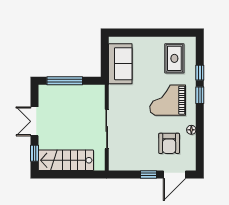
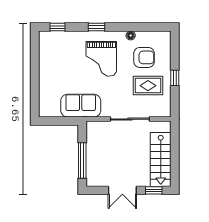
rug: (174, 58) -> (148, 86), moved
sofa: (120, 64) -> (81, 106), moved
window: (200, 73) -> (58, 27), moved
door: (174, 175) -> (175, 52), removed

